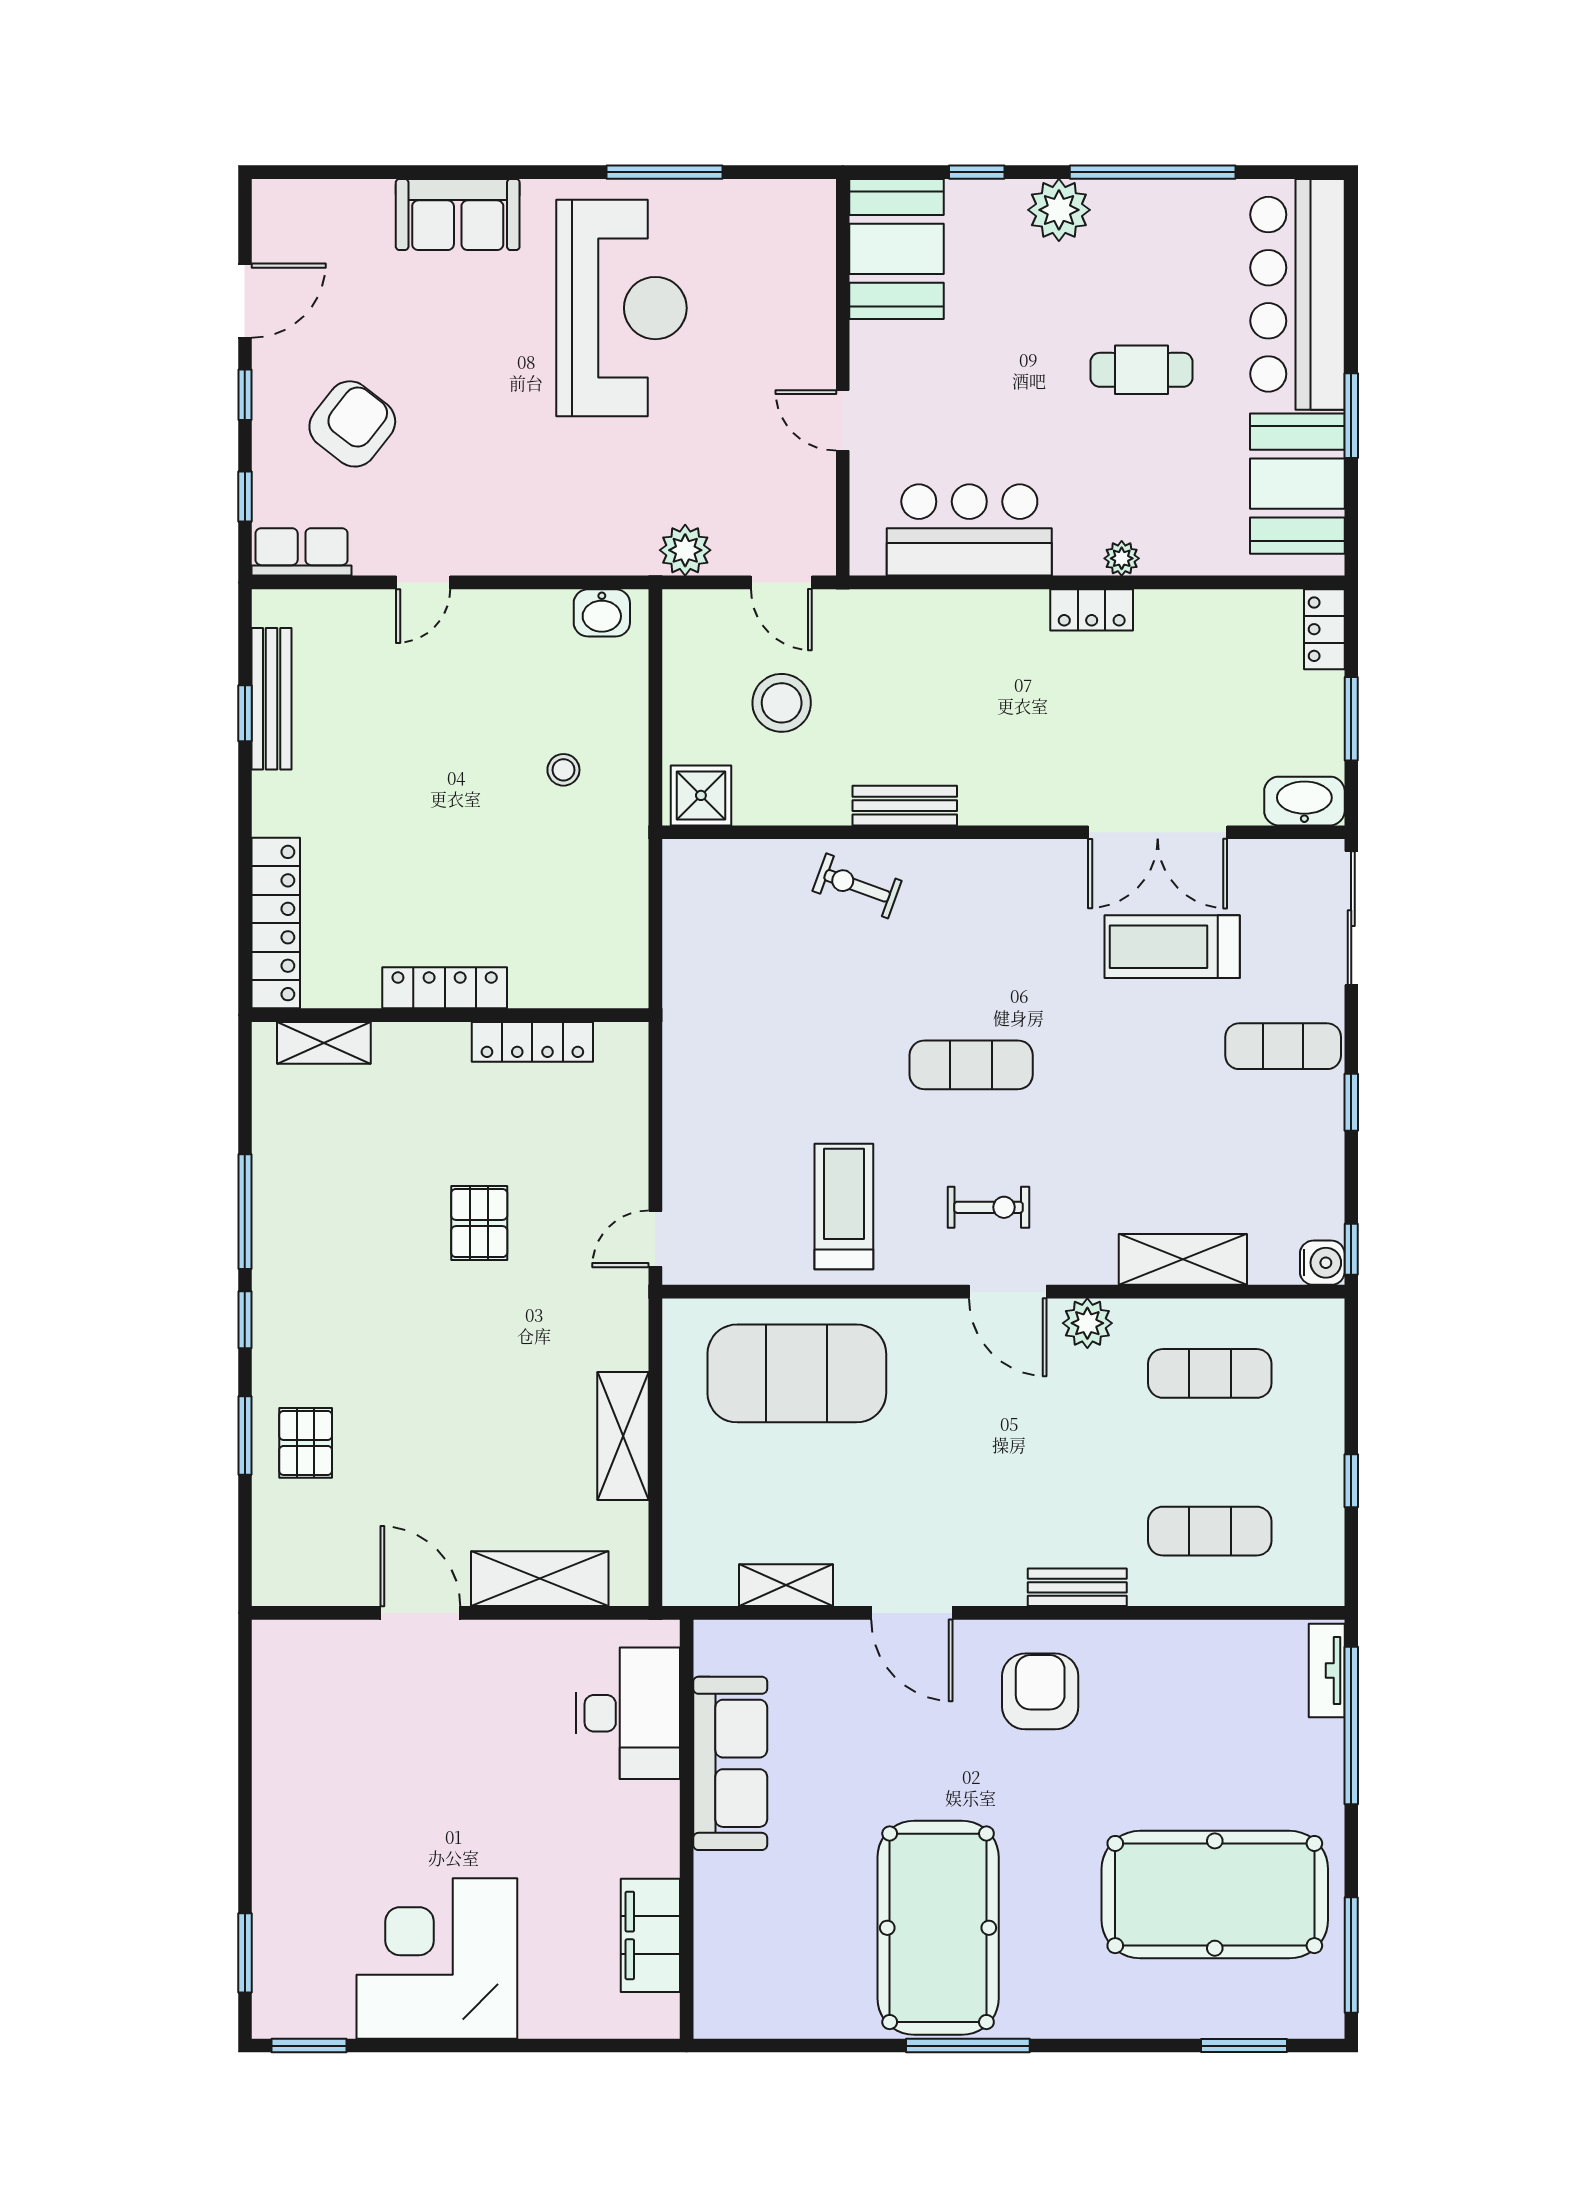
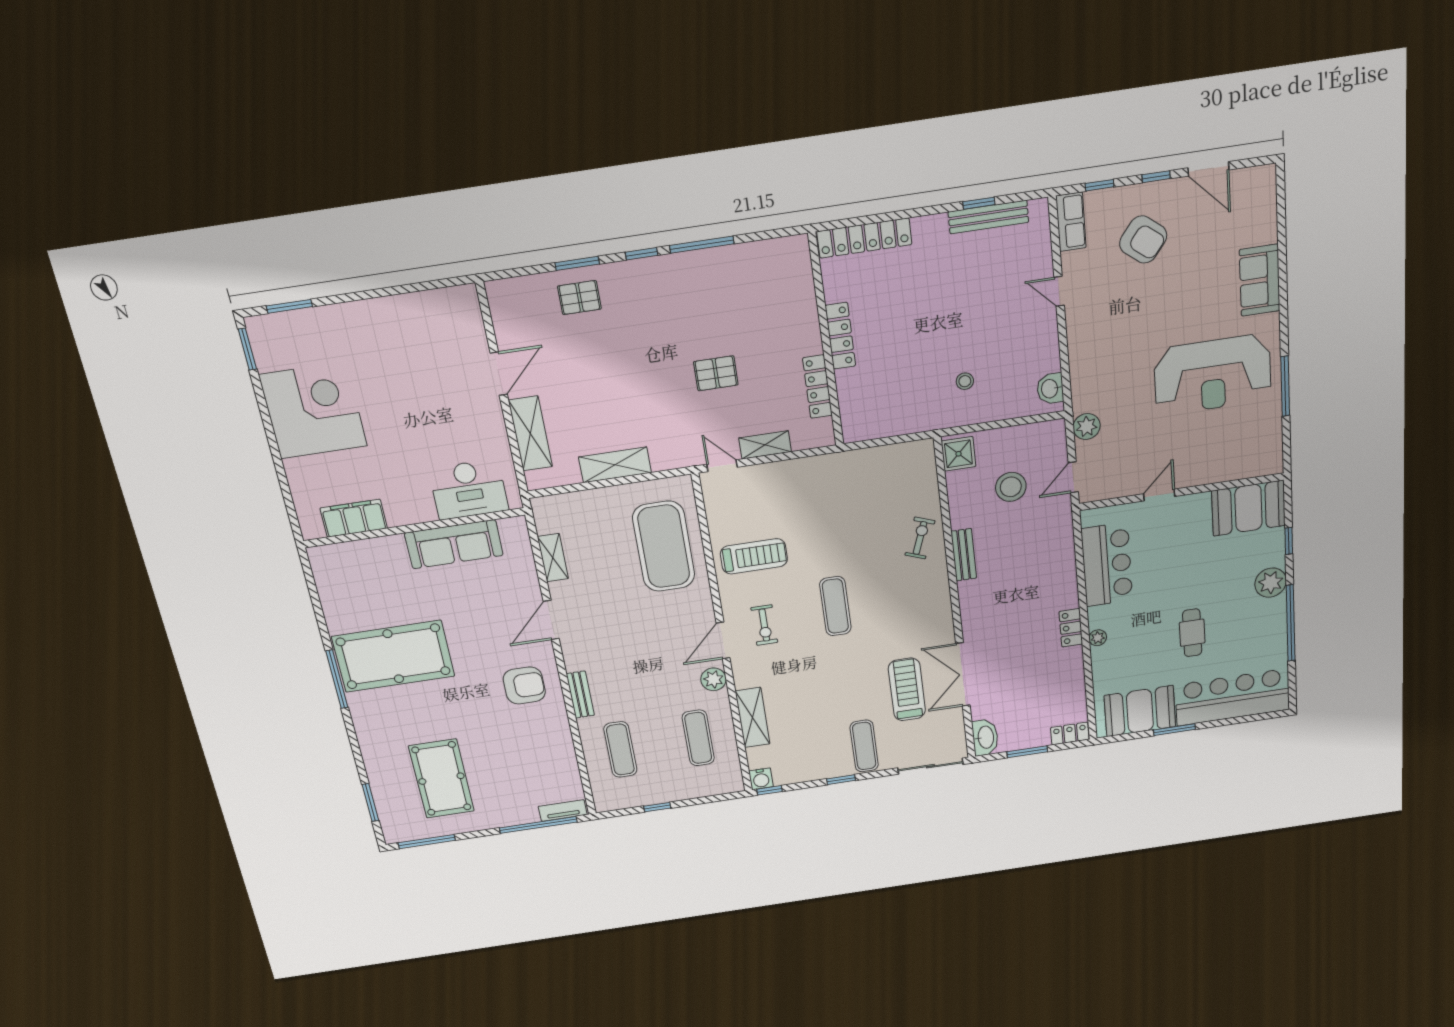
shelving: (324, 1043) -> (765, 445), moved, turned 90
pool table: (1215, 1895) -> (441, 779), width x0.73, depth x0.76

